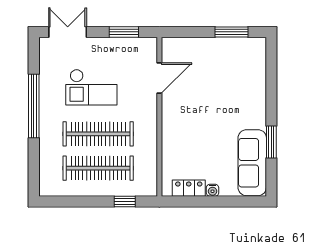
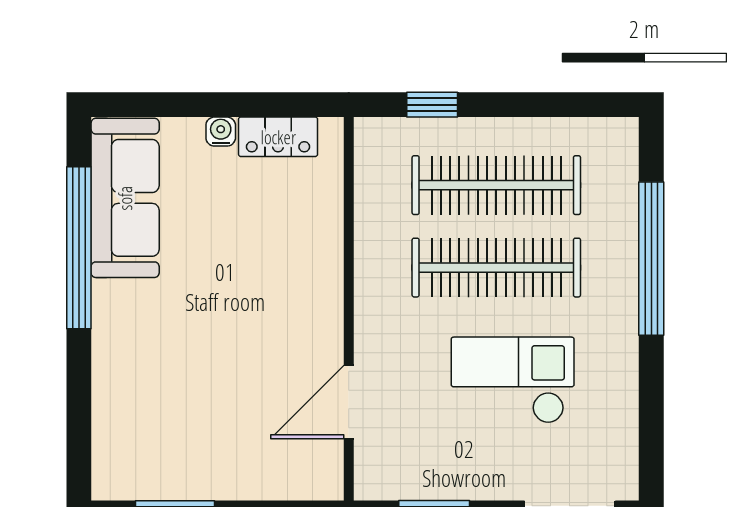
window: (34, 106) -> (651, 259), moved
window: (271, 142) -> (79, 248), width x2.11

